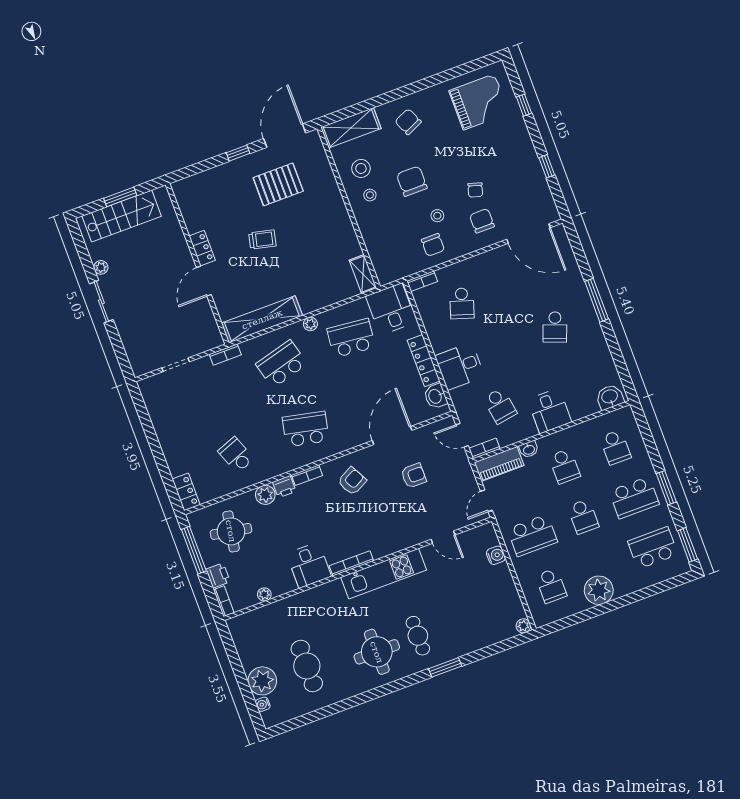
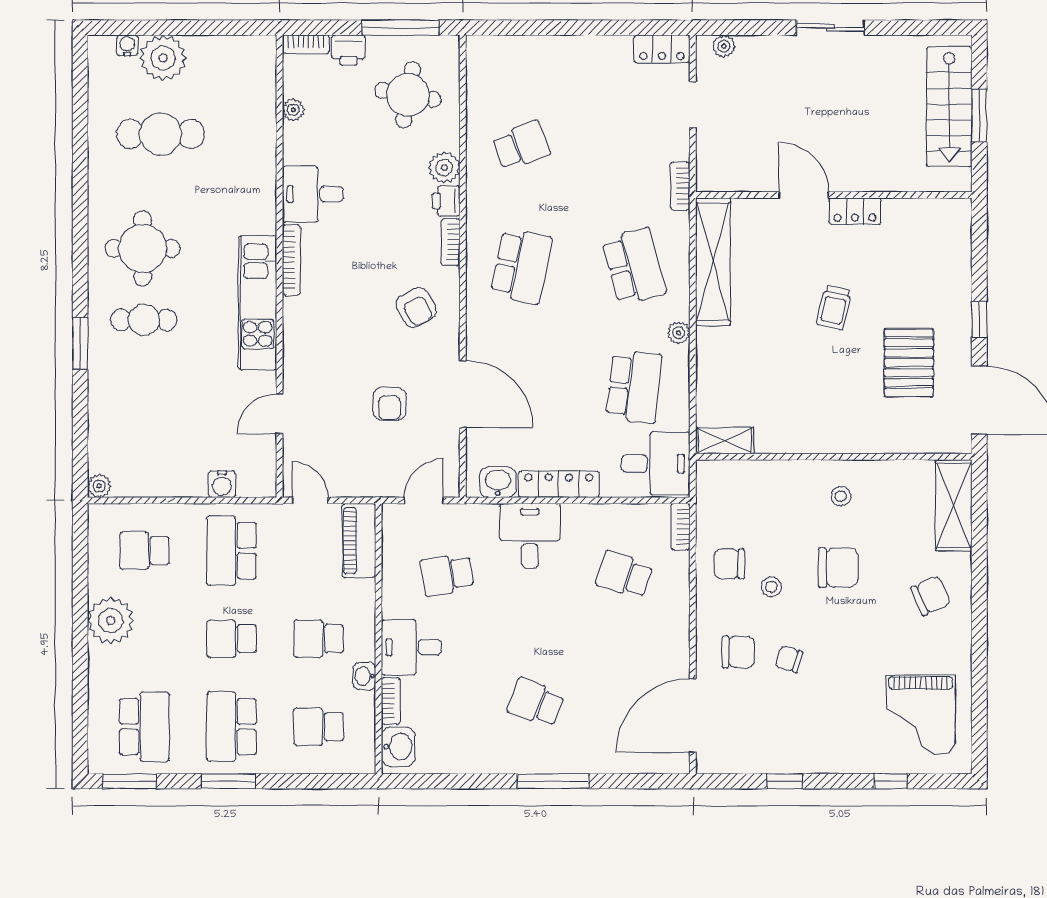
stool: (361, 168) -> (886, 498), removed
plant: (101, 267) -> (724, 46), moved
bookcase: (484, 448) -> (391, 701), moved
washbasin: (529, 449) -> (364, 676), moved
locker: (186, 492) -> (662, 49), moved

